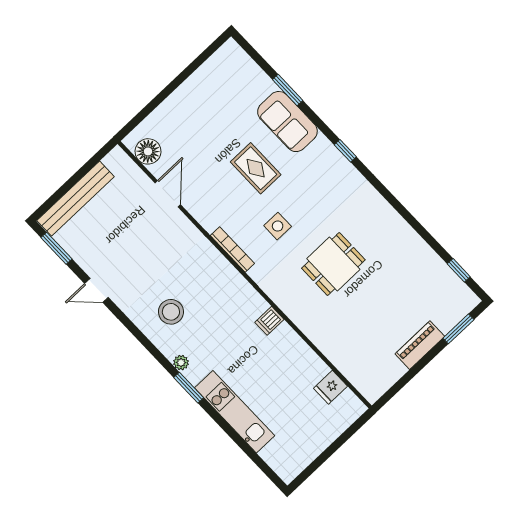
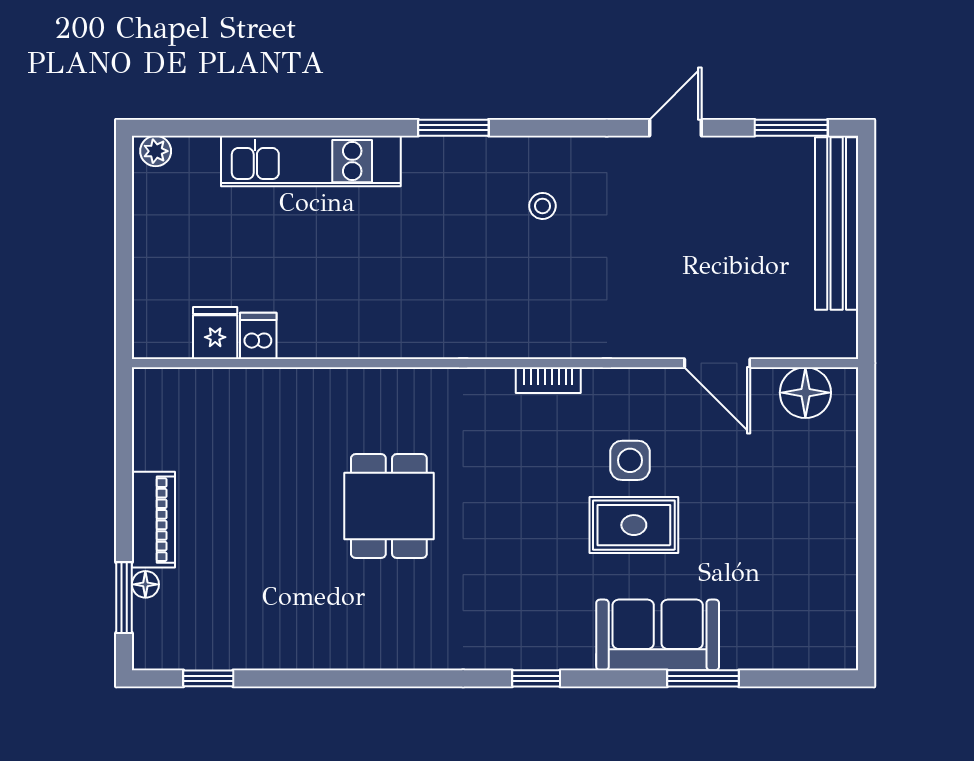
side table: (278, 226) -> (630, 460), moved
bookcase: (232, 249) -> (548, 380), width x0.64
stool: (171, 312) -> (542, 206), width x0.53, depth x0.53
dishwasher: (269, 321) -> (258, 336), moved
floor lamp: (446, 326) -> (145, 584), added
plant: (181, 363) -> (156, 151), moved
window: (189, 388) -> (453, 128), moved

